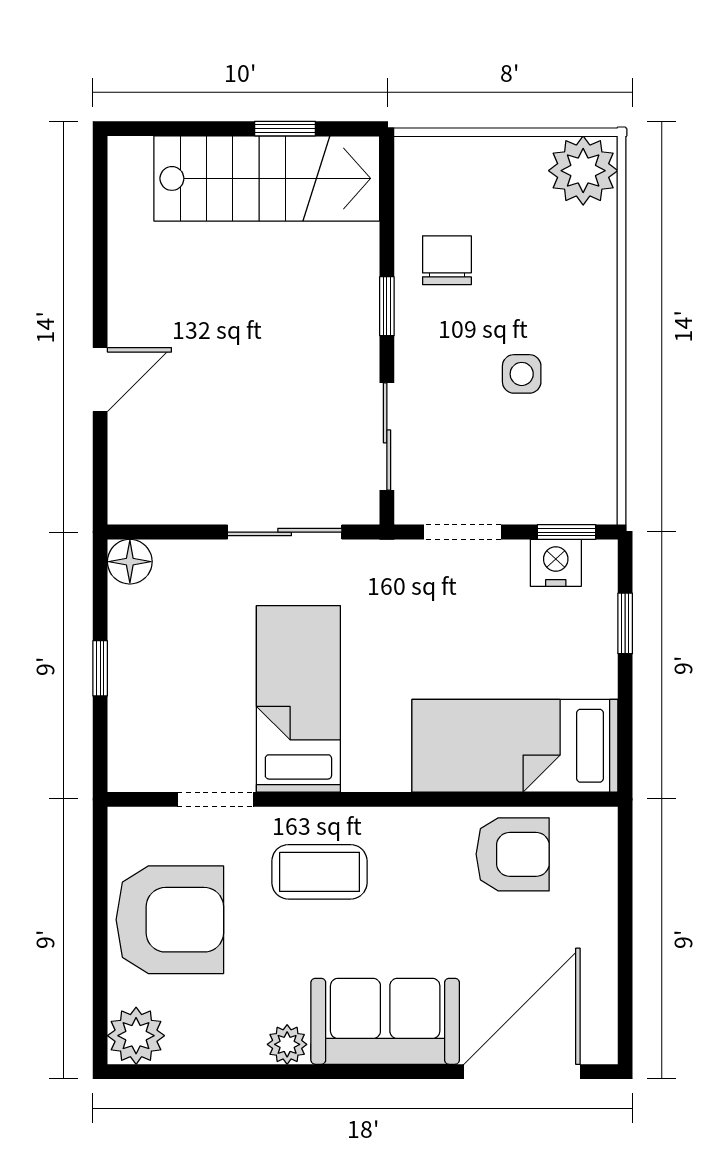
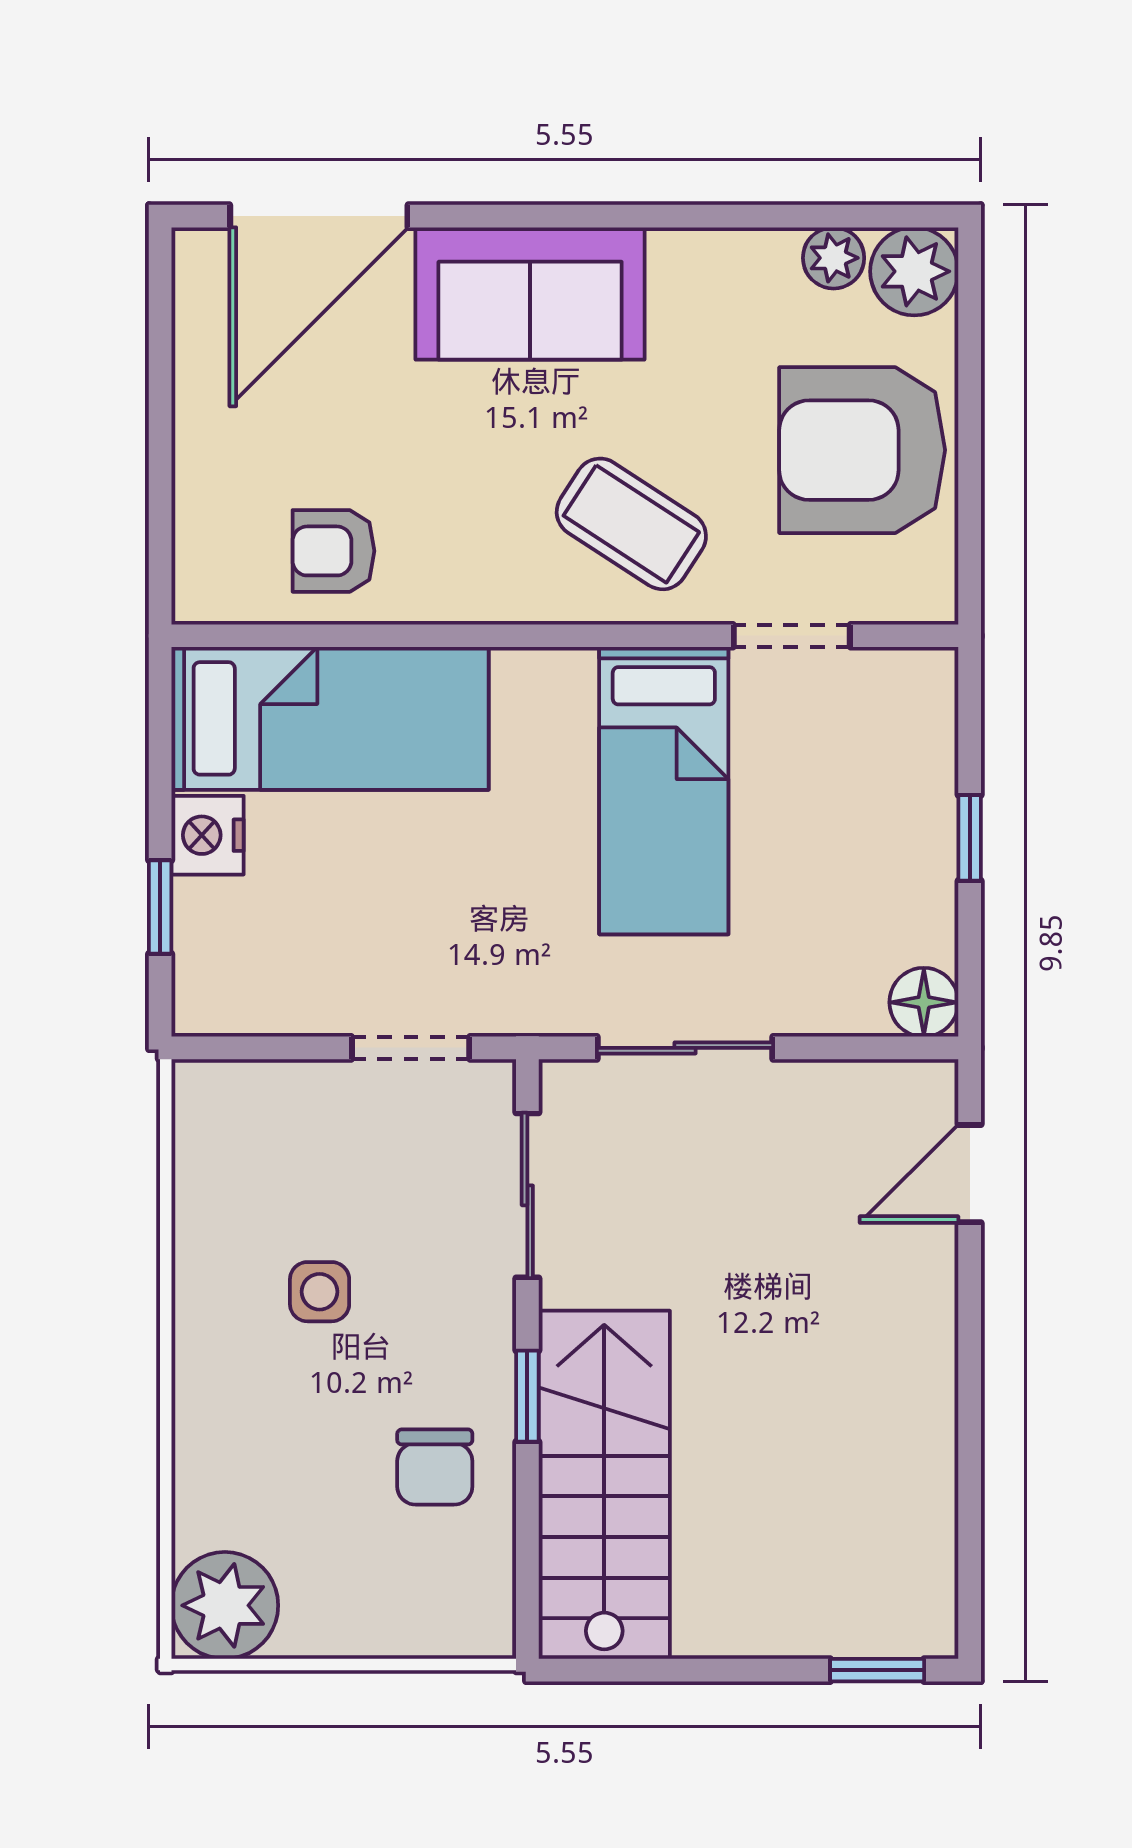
window: (285, 129) -> (877, 1670), moved
stairs: (267, 178) -> (604, 1485), moved, turned 90
door: (100, 380) -> (970, 1174), moved
window: (566, 532) -> (250, 1048), removed
nightstand: (556, 563) -> (208, 835), moved, turned 90
armchair: (513, 854) -> (333, 551), width x0.72, depth x0.72
coffee table: (319, 872) -> (631, 524), turned 33
plant: (287, 1044) -> (834, 258), moved

